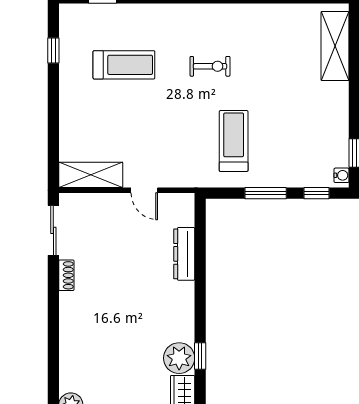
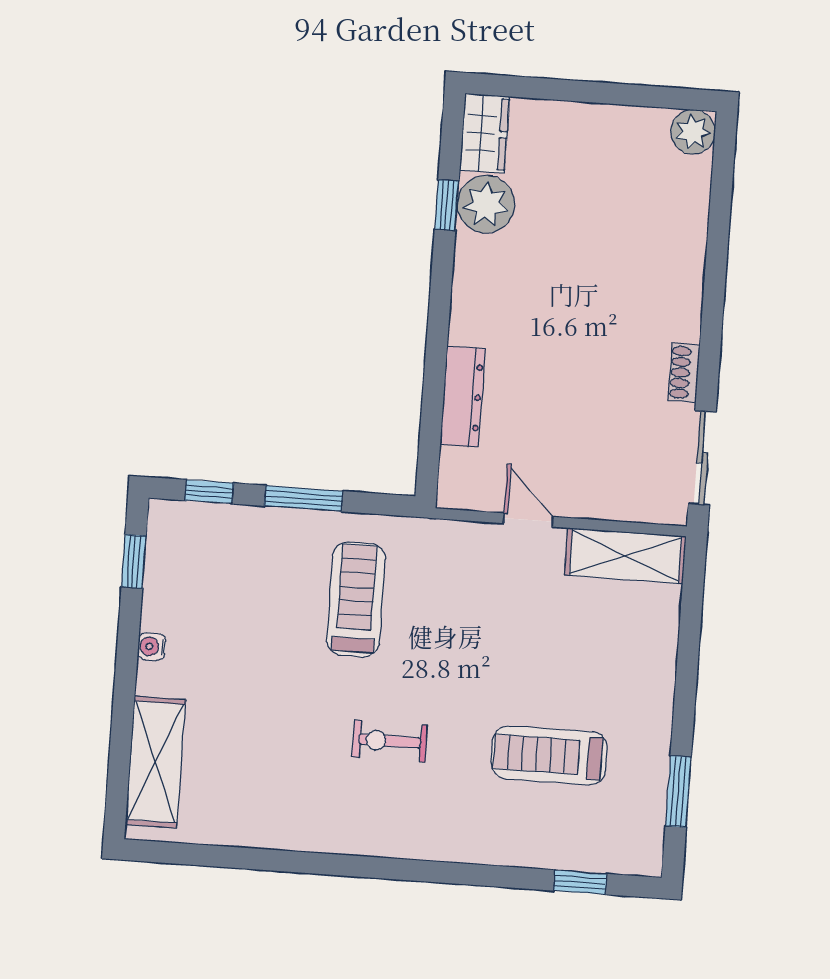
window: (53, 50) -> (678, 791), width x1.50
treadmill: (234, 141) -> (356, 599), turned 180
water cooler: (342, 175) -> (152, 646), moved

